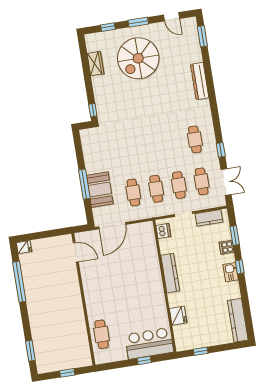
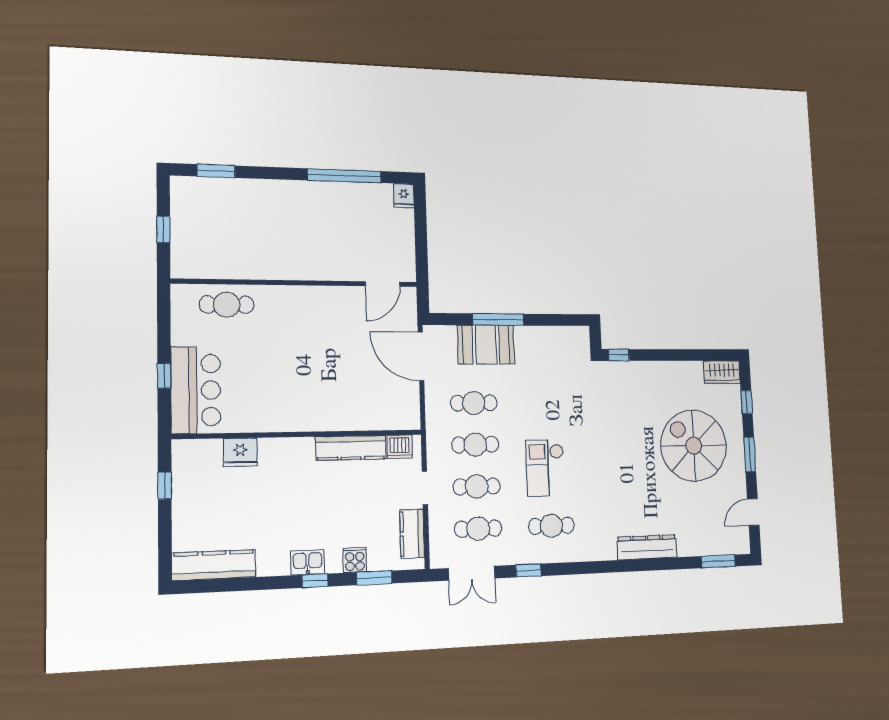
wardrobe: (95, 64) -> (722, 372), moved
checkout: (163, 147) -> (545, 468), added
kitchen counter: (170, 273) -> (351, 448), moved

